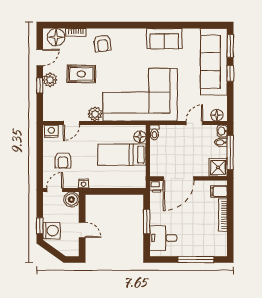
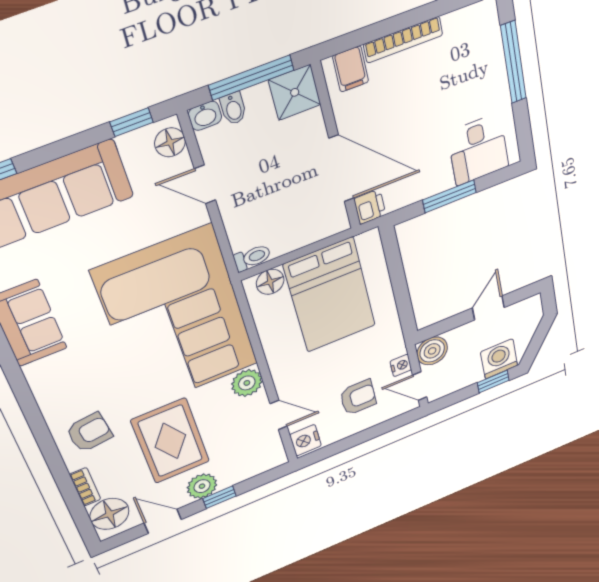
window: (230, 73) -> (132, 122), moved
rug: (81, 74) -> (170, 441), width x1.36, depth x1.43
bed: (122, 155) -> (330, 295), width x1.50
nightstand: (84, 183) -> (401, 365), moved

